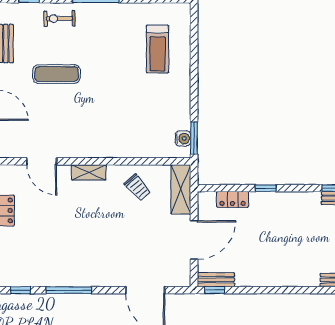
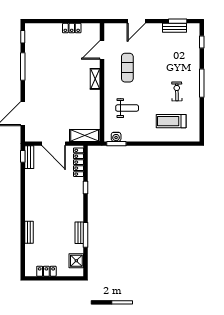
exercise bike: (59, 19) -> (177, 91), moved
exercise mat: (57, 74) -> (127, 68), moved
weight bench: (136, 121) -> (127, 108), added
trolley: (138, 188) -> (86, 109), removed
locker: (233, 199) -> (79, 162), width x1.53

